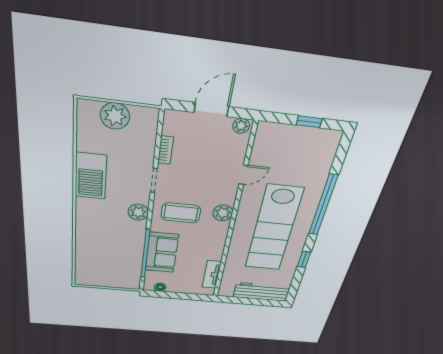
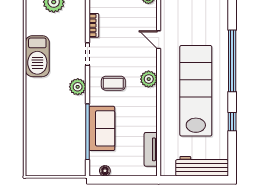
door: (243, 175) -> (159, 40), swing flipped
coffee table: (181, 213) -> (113, 83), width x0.73, depth x0.77
lab bench: (273, 229) -> (196, 91), turned 180

